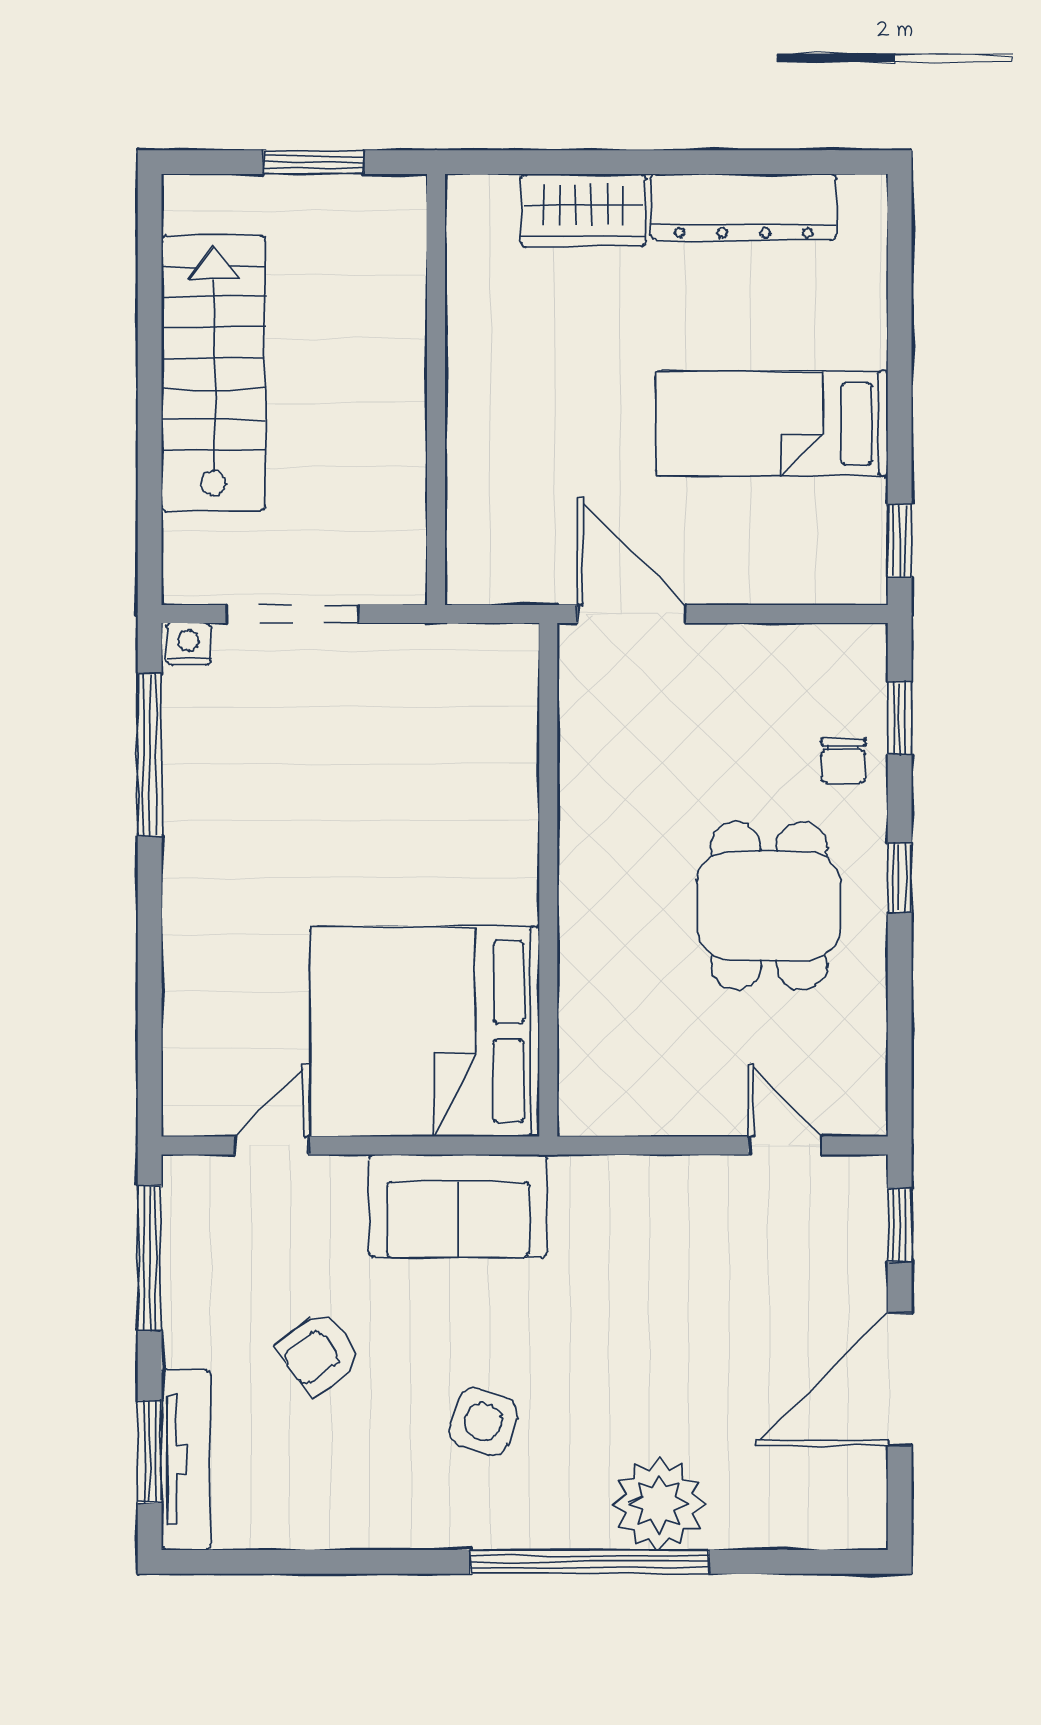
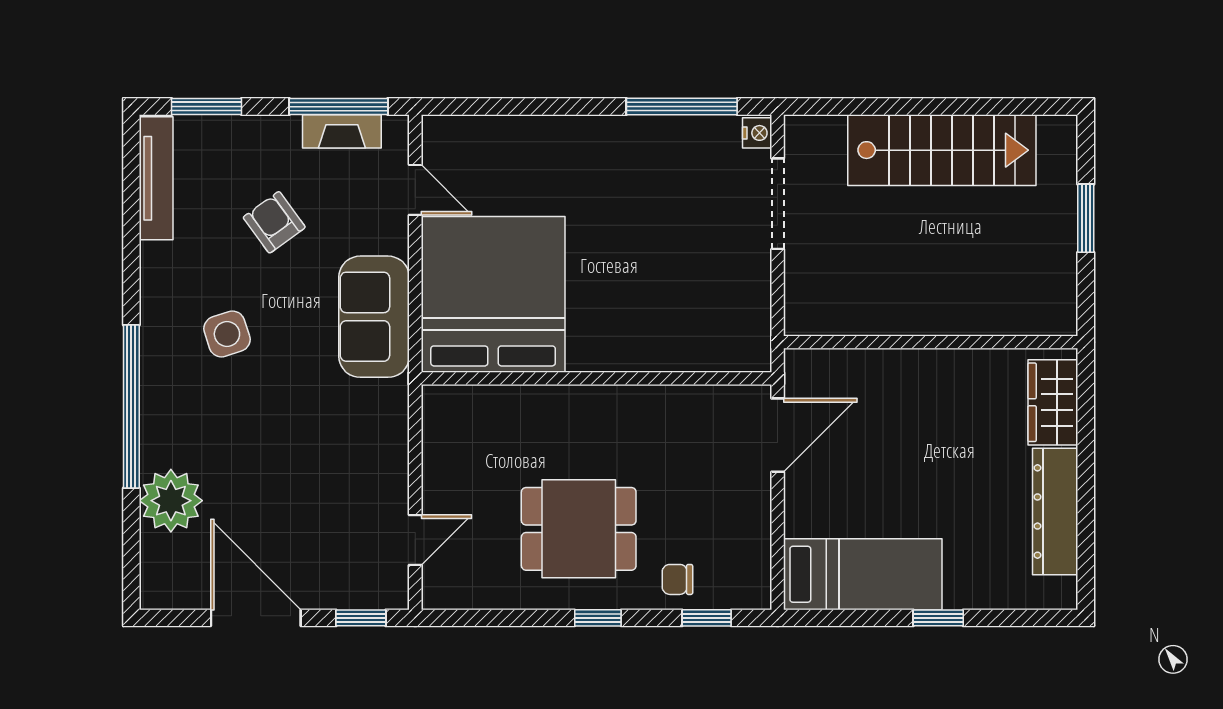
wall: (436, 389) -> (931, 342), moved
bed: (772, 424) -> (863, 574), moved, turned 90
window: (900, 541) -> (938, 618), moved
fireplace: (186, 1253) -> (342, 131), added
side table: (483, 1422) -> (227, 334), turned -37
tv unit: (186, 1460) -> (156, 178), moved, turned -90
plant: (659, 1504) -> (171, 501), moved

